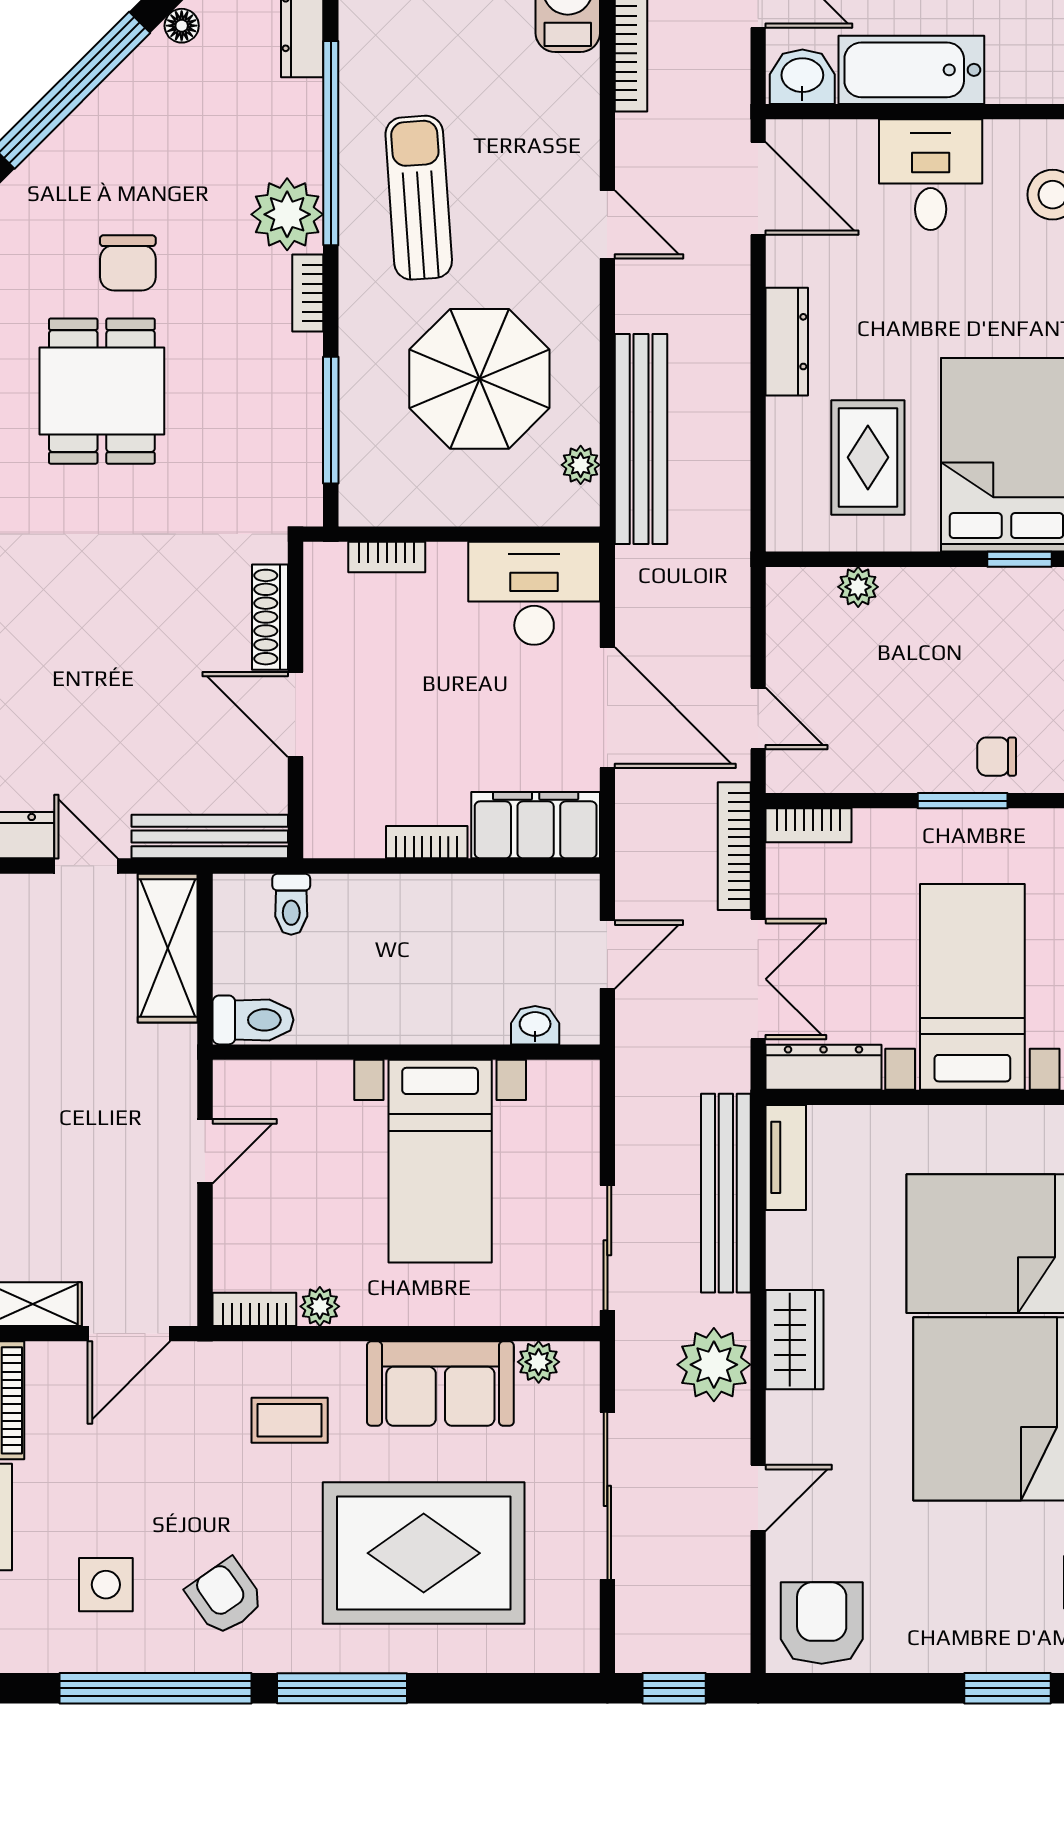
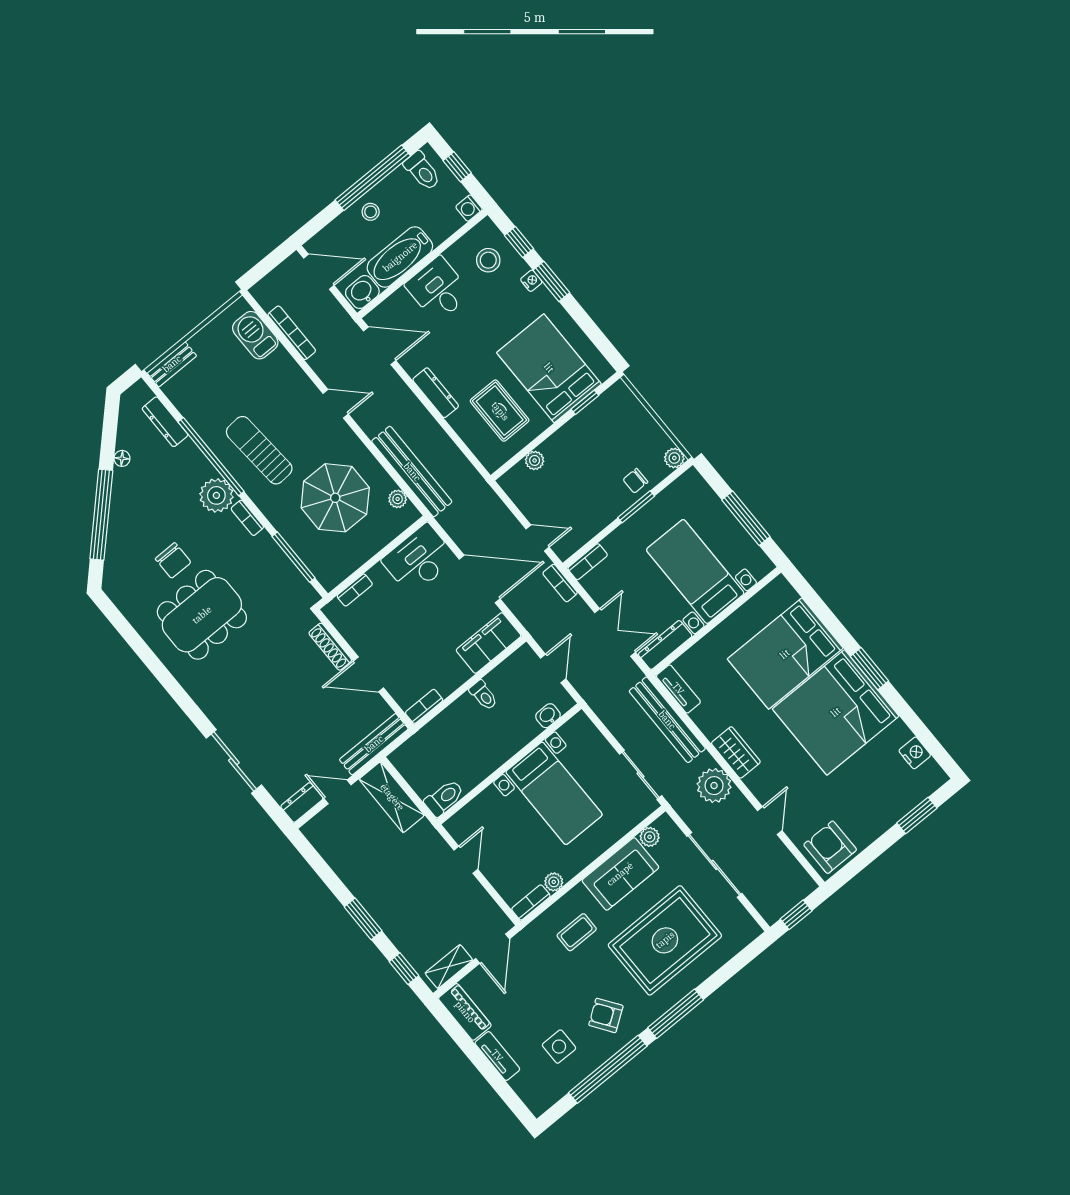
dining table: (102, 391) -> (202, 615), width x1.38
bookcase: (427, 842) -> (424, 706), moved
bookcase: (734, 846) -> (560, 583), width x0.64
toilet: (291, 904) -> (483, 695), moved

